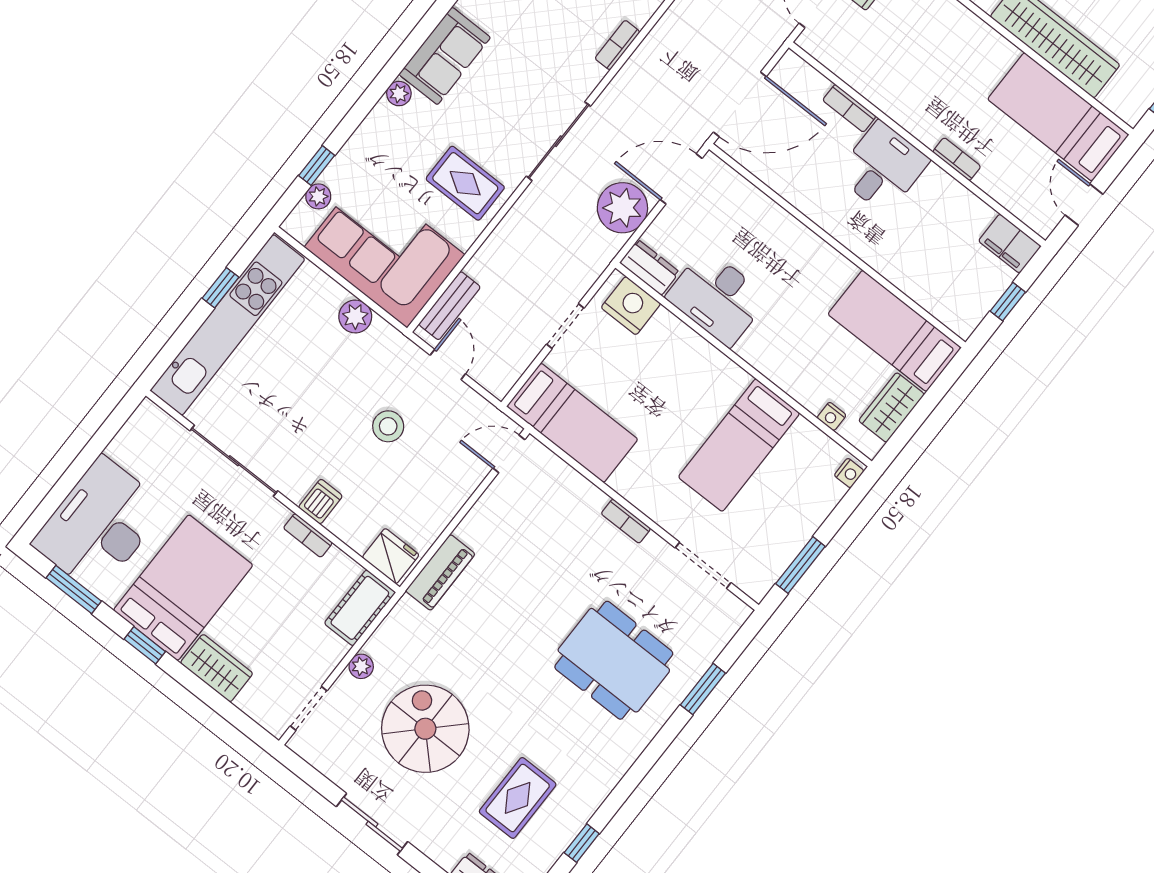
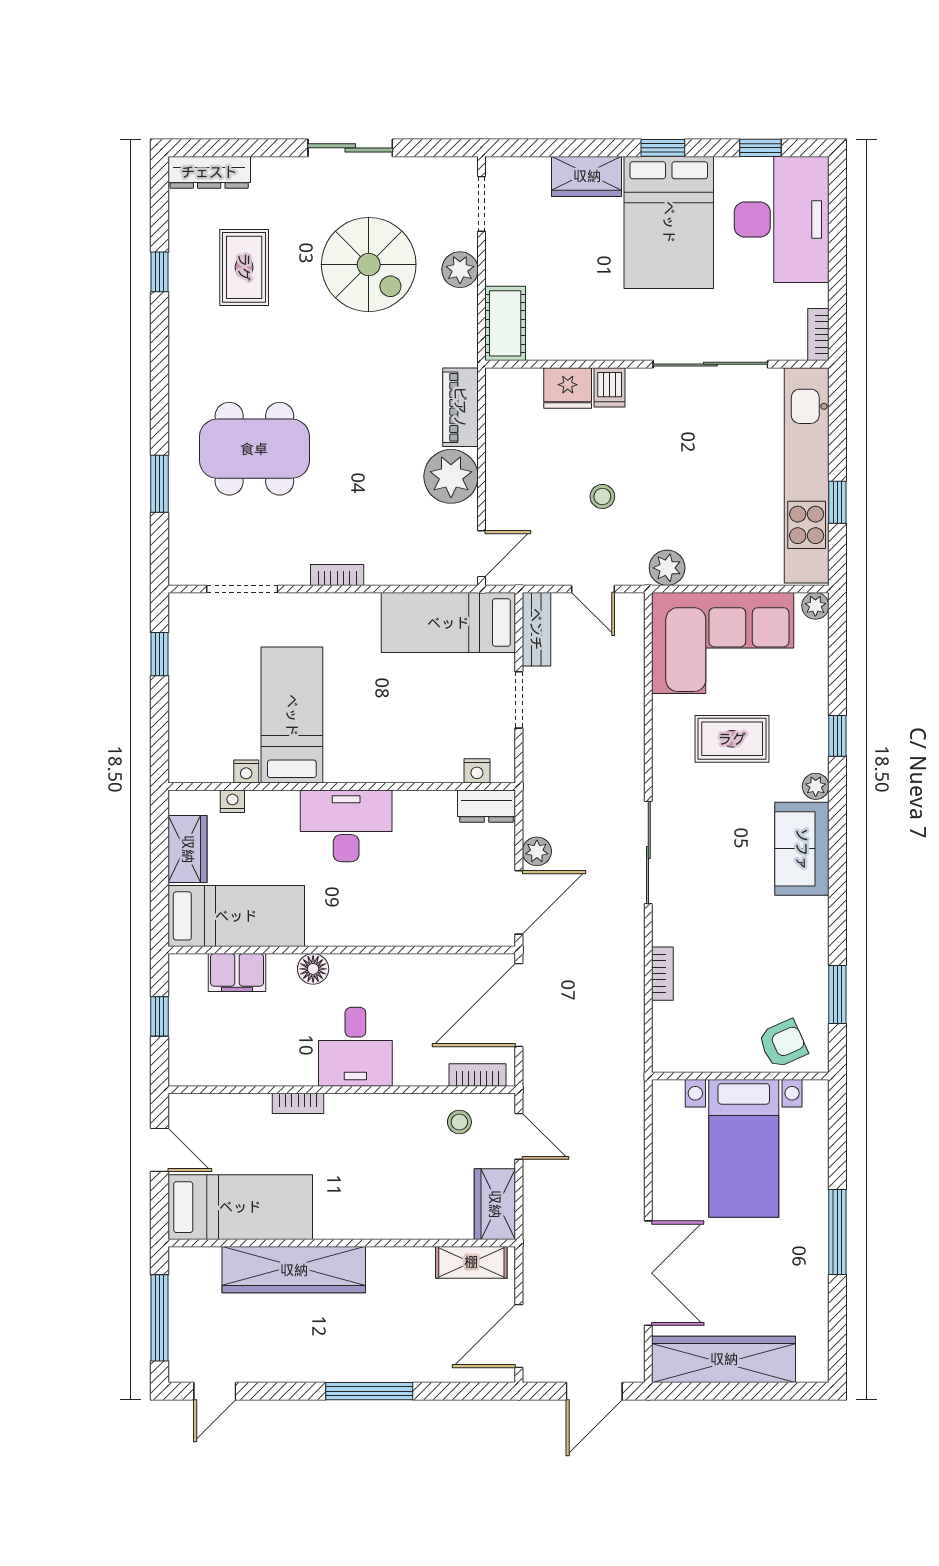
stool: (850, 53) -> (459, 1122), added
bookcase: (849, 108) -> (478, 1075), moved
window: (317, 165) -> (837, 736), moved
rug: (465, 183) -> (732, 739), moved
plant: (318, 196) -> (815, 606), moved
plant: (622, 208) -> (537, 851), width x0.53, depth x0.53
filing cabinet: (1010, 243) -> (237, 973), moved, turned 180
floor lamp: (869, 248) -> (313, 969), added
desk: (717, 297) -> (346, 826), moved
bench: (450, 306) -> (536, 629), moved
nightstand: (631, 306) -> (477, 771), width x0.53, depth x0.56
plant: (355, 317) -> (667, 568), moved
stool: (388, 426) -> (602, 496), width x0.73, depth x0.73
nightstand: (849, 473) -> (246, 771), moved, turned -90
plant: (487, 528) -> (451, 476), added
bookcase: (308, 535) -> (818, 335), moved, turned -90
fridge: (391, 556) -> (568, 388), moved
window: (800, 565) -> (160, 654), width x0.67
window: (74, 589) -> (760, 148), width x0.67
plant: (361, 666) -> (460, 270), width x1.38, depth x1.38

